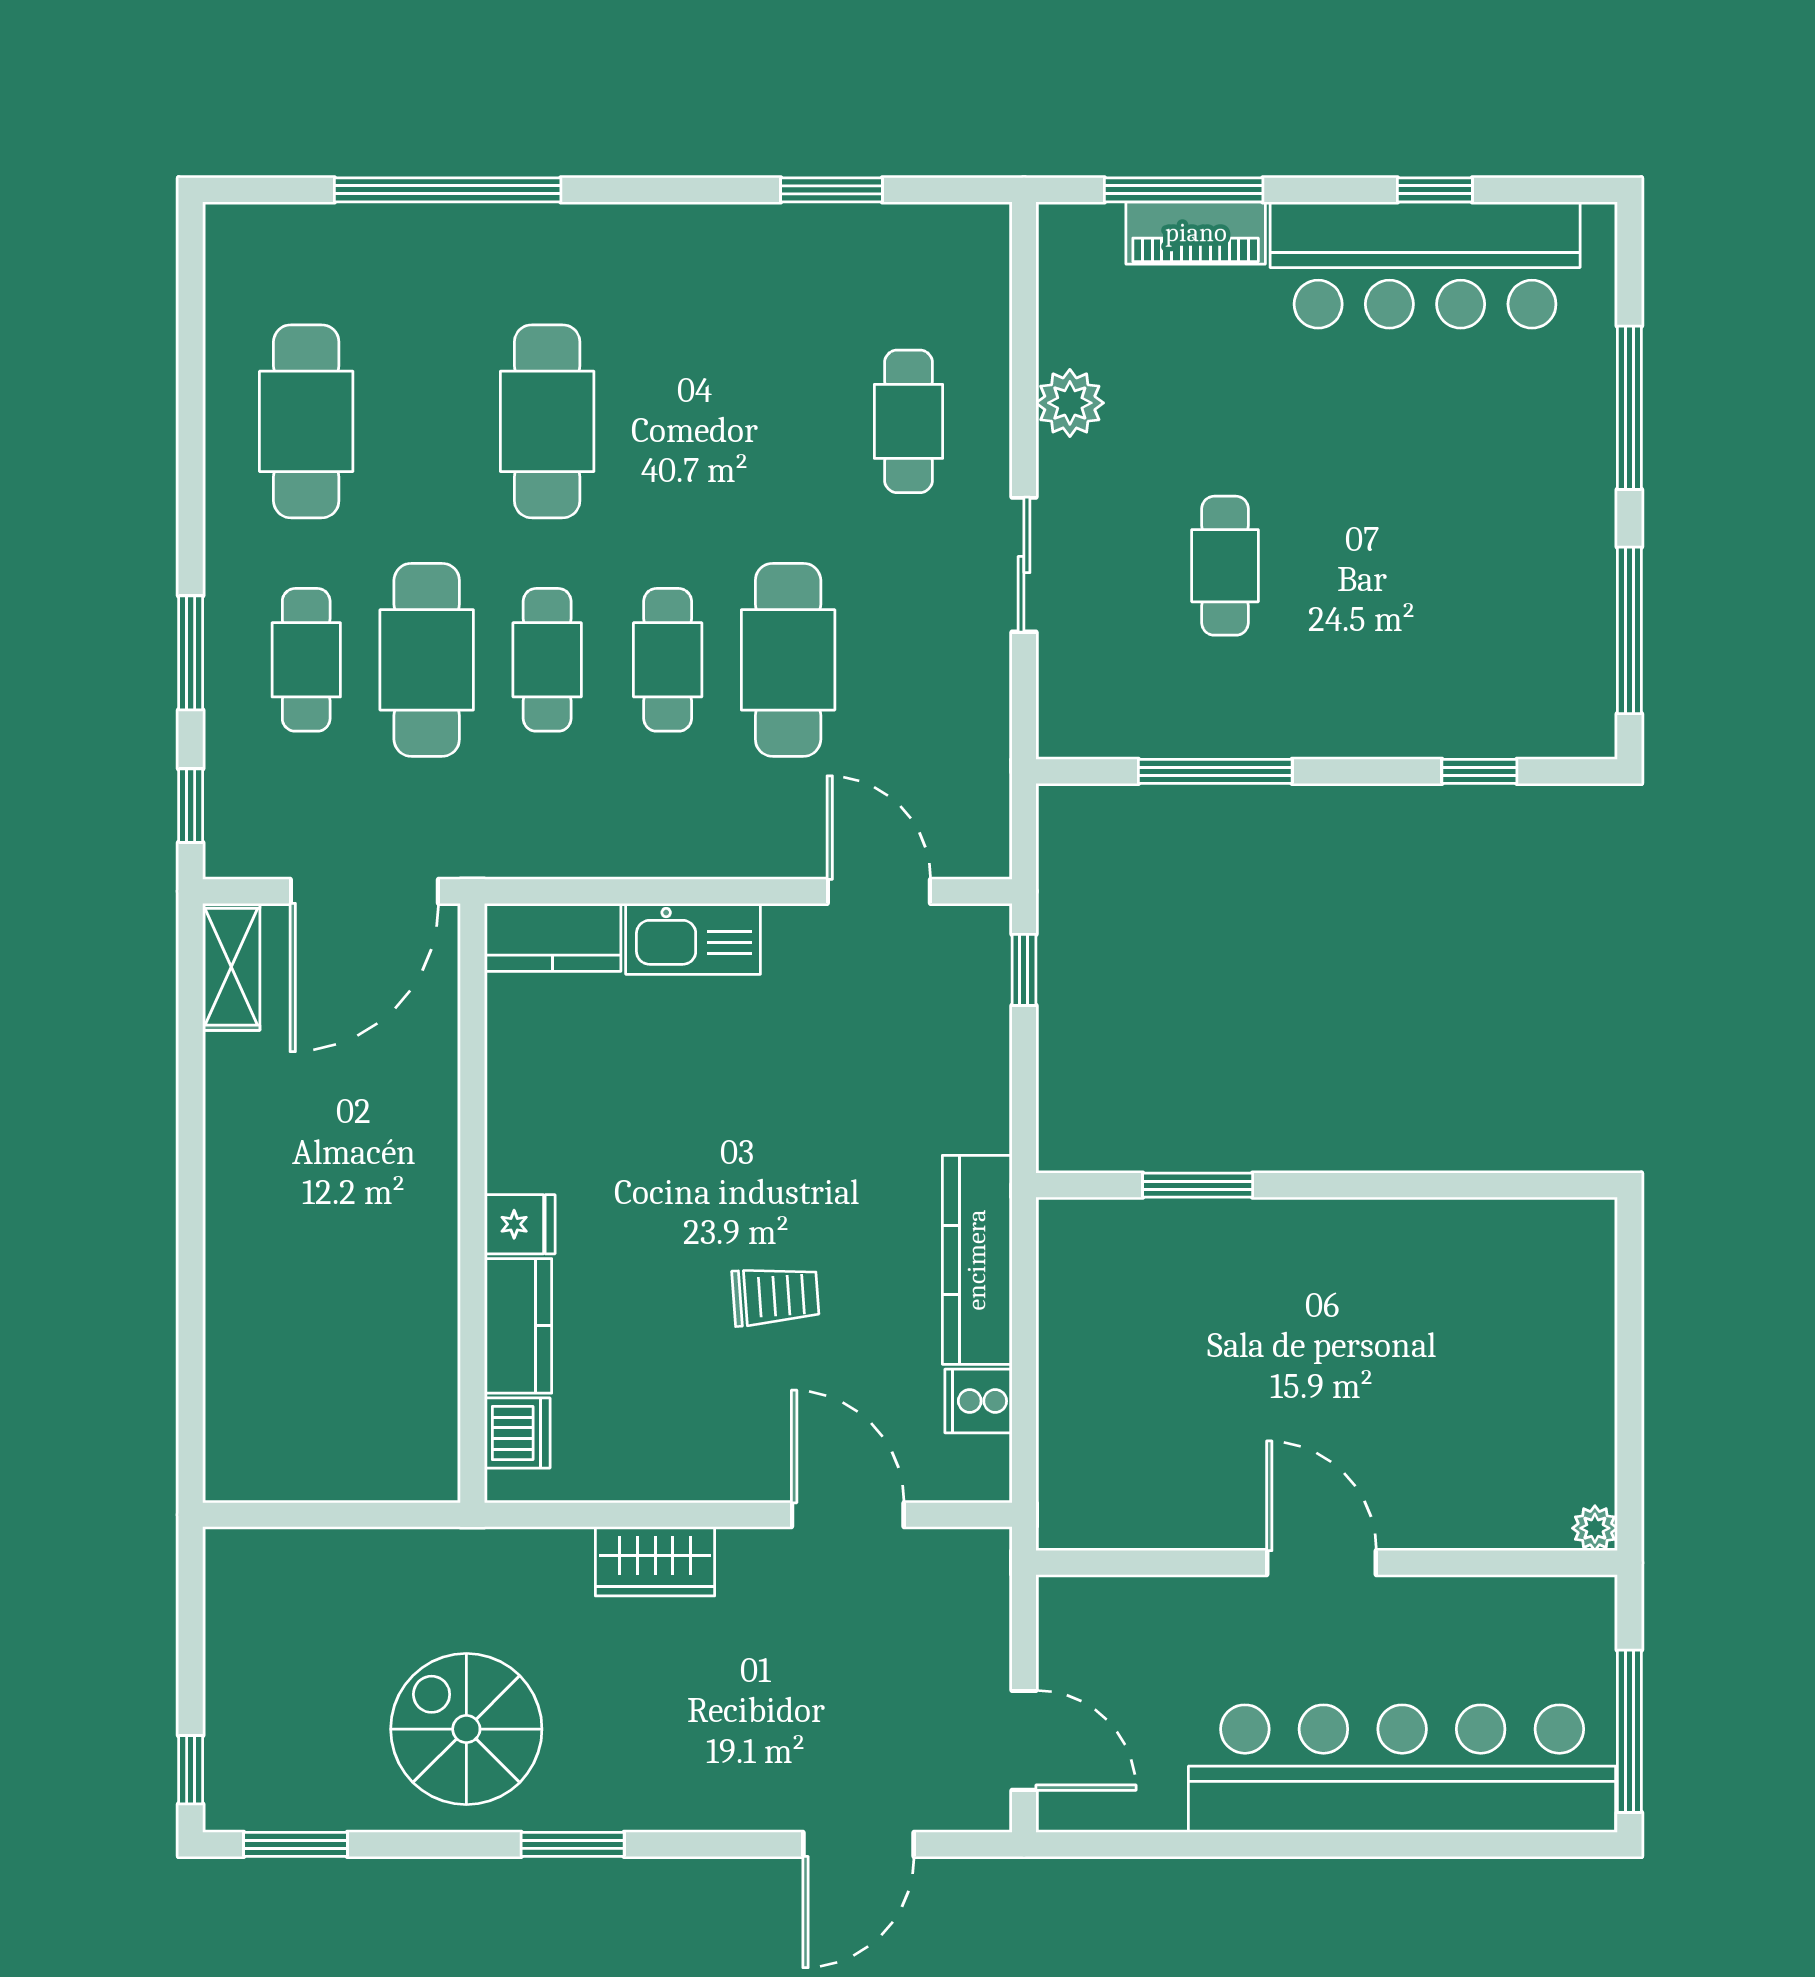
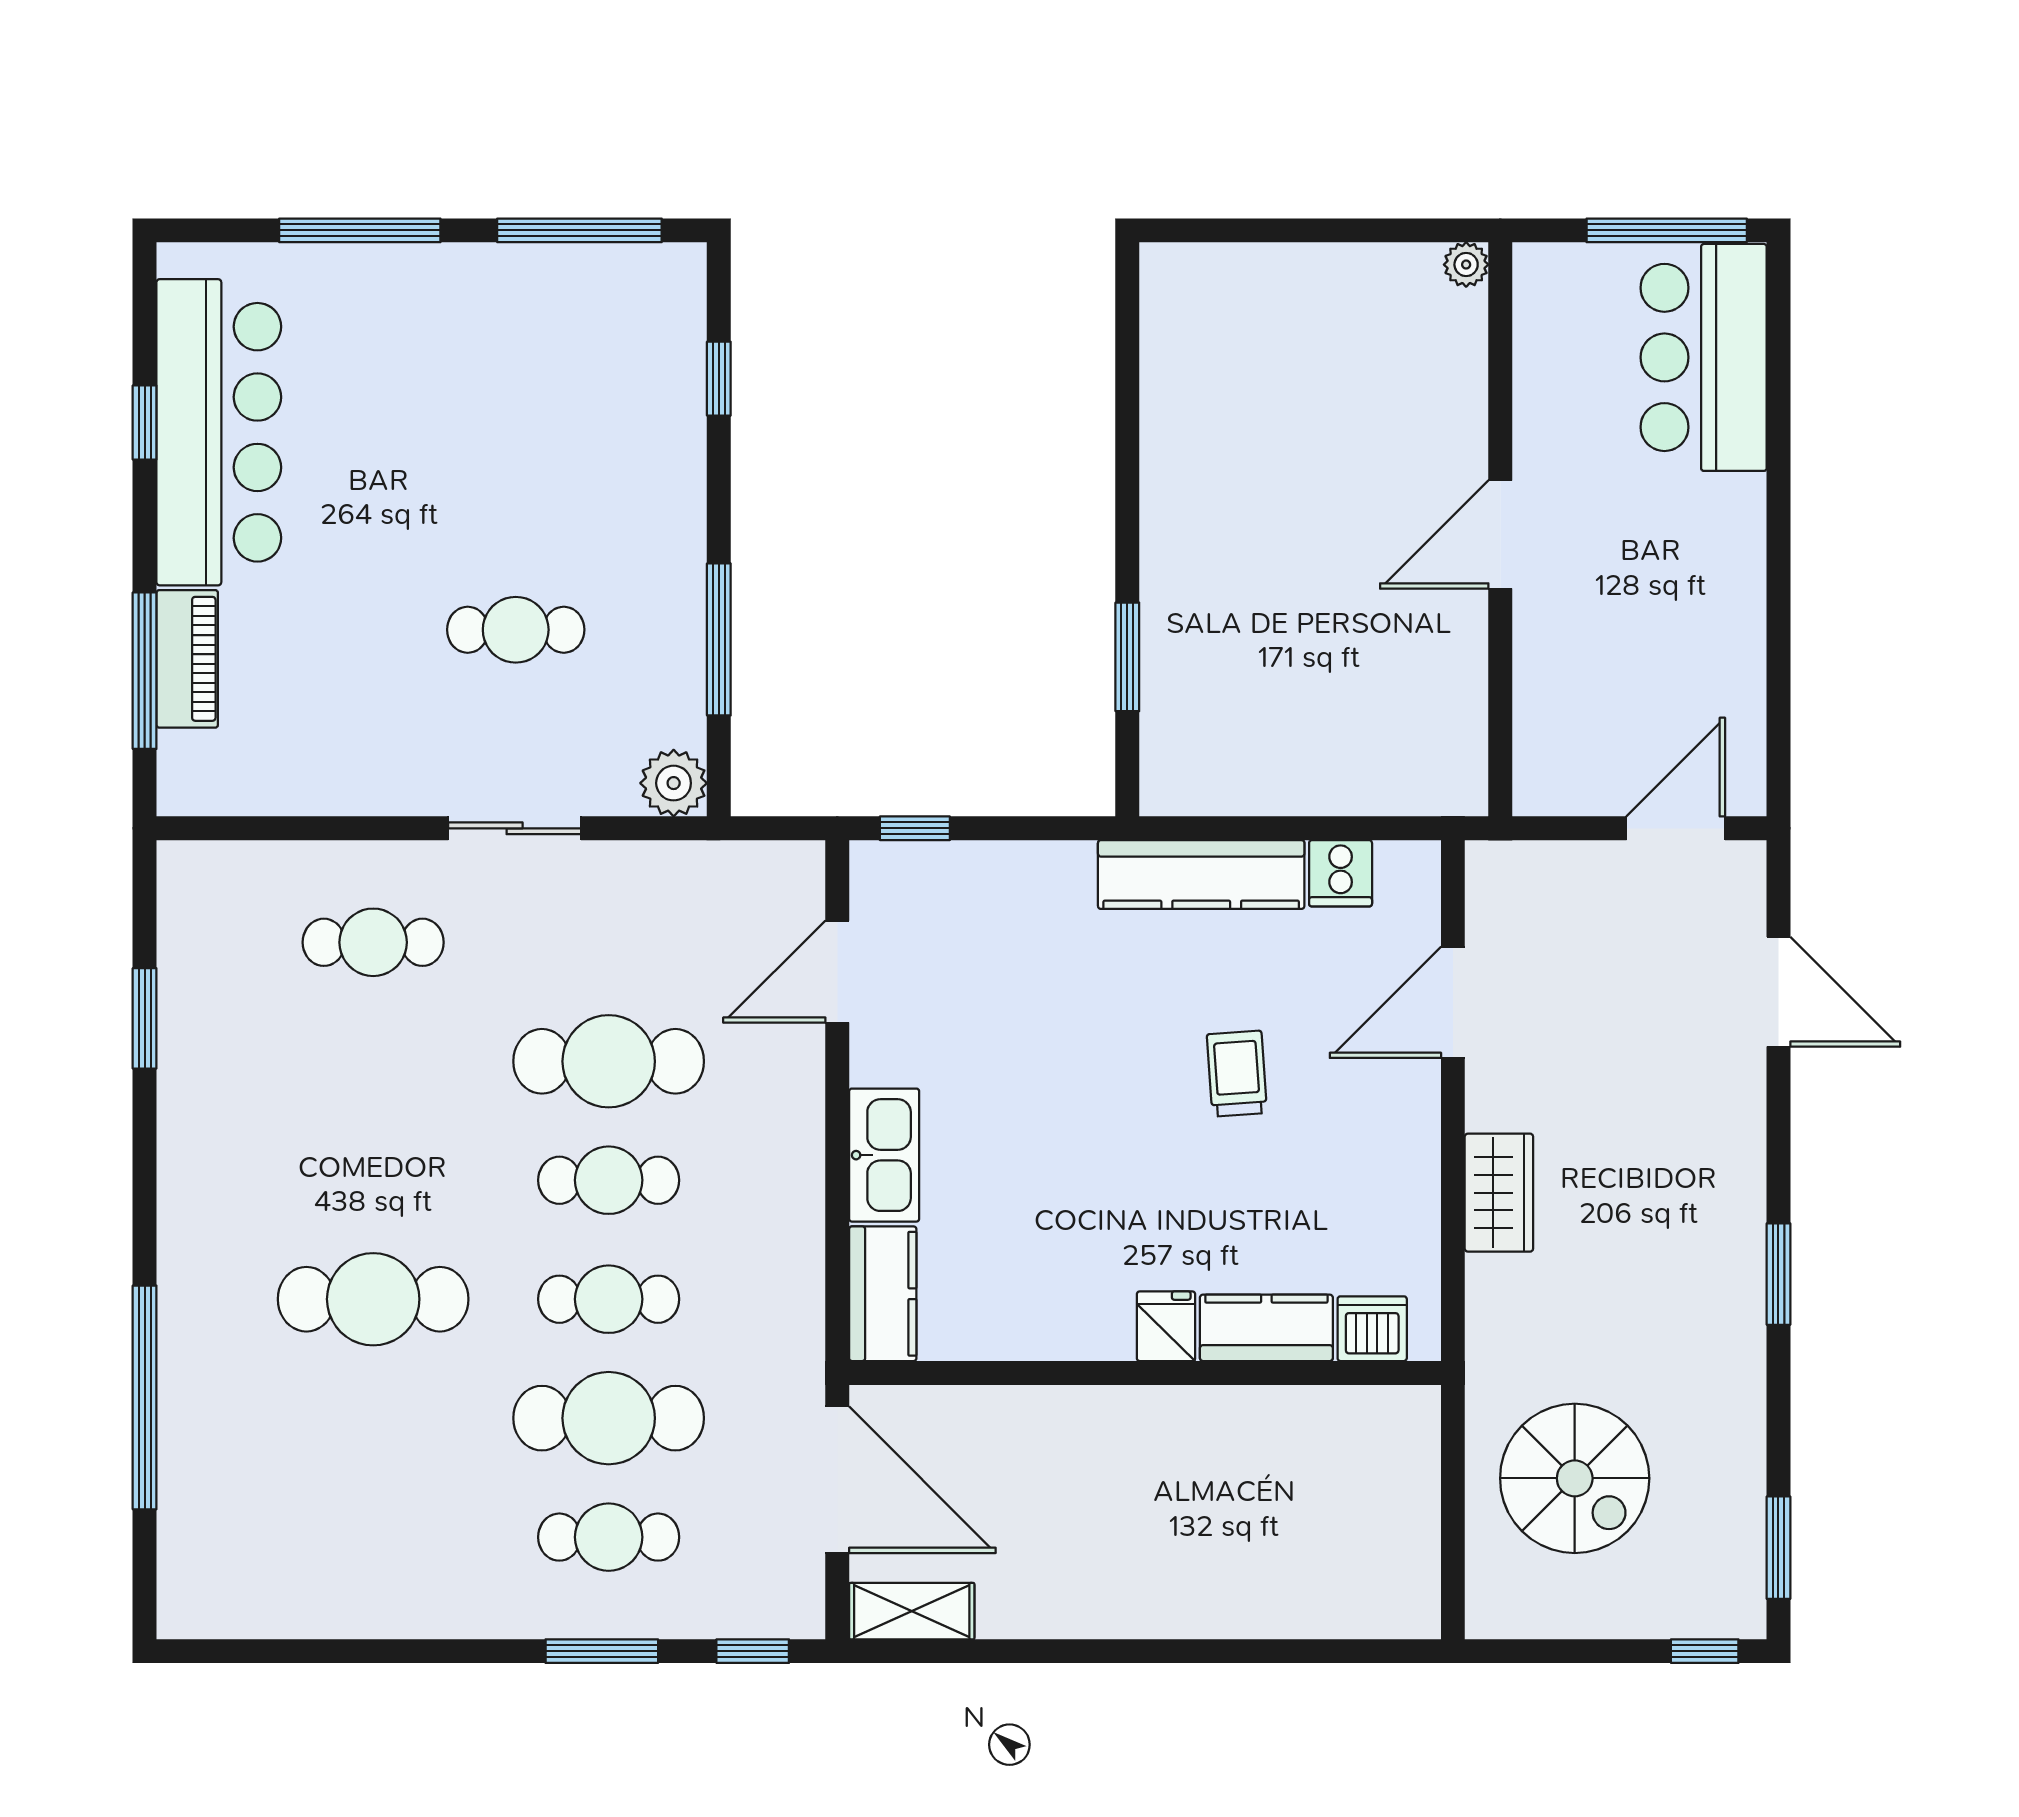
plant: (1070, 403) -> (674, 783), moved
cafe table: (306, 421) -> (373, 1537), removed
spiral stairs: (466, 1729) -> (1575, 1478), moved, turned -90
bar counter: (1402, 1769) -> (1704, 357), width x0.54

